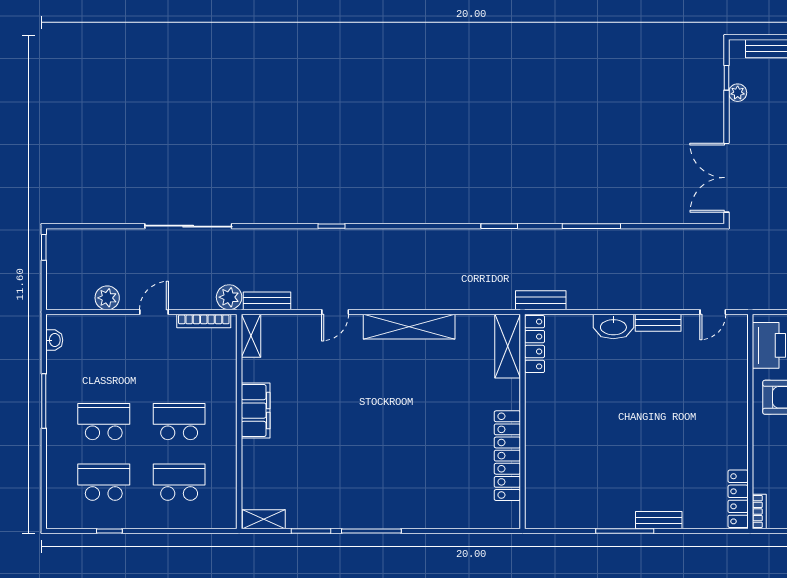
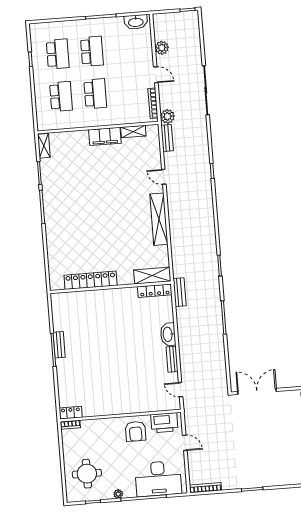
shelving: (251, 336) -> (133, 132), moved
washbasin: (54, 340) -> (136, 22), width x1.91, depth x1.45
locker: (738, 499) -> (71, 413), width x0.66
bench: (659, 520) -> (59, 345), moved

